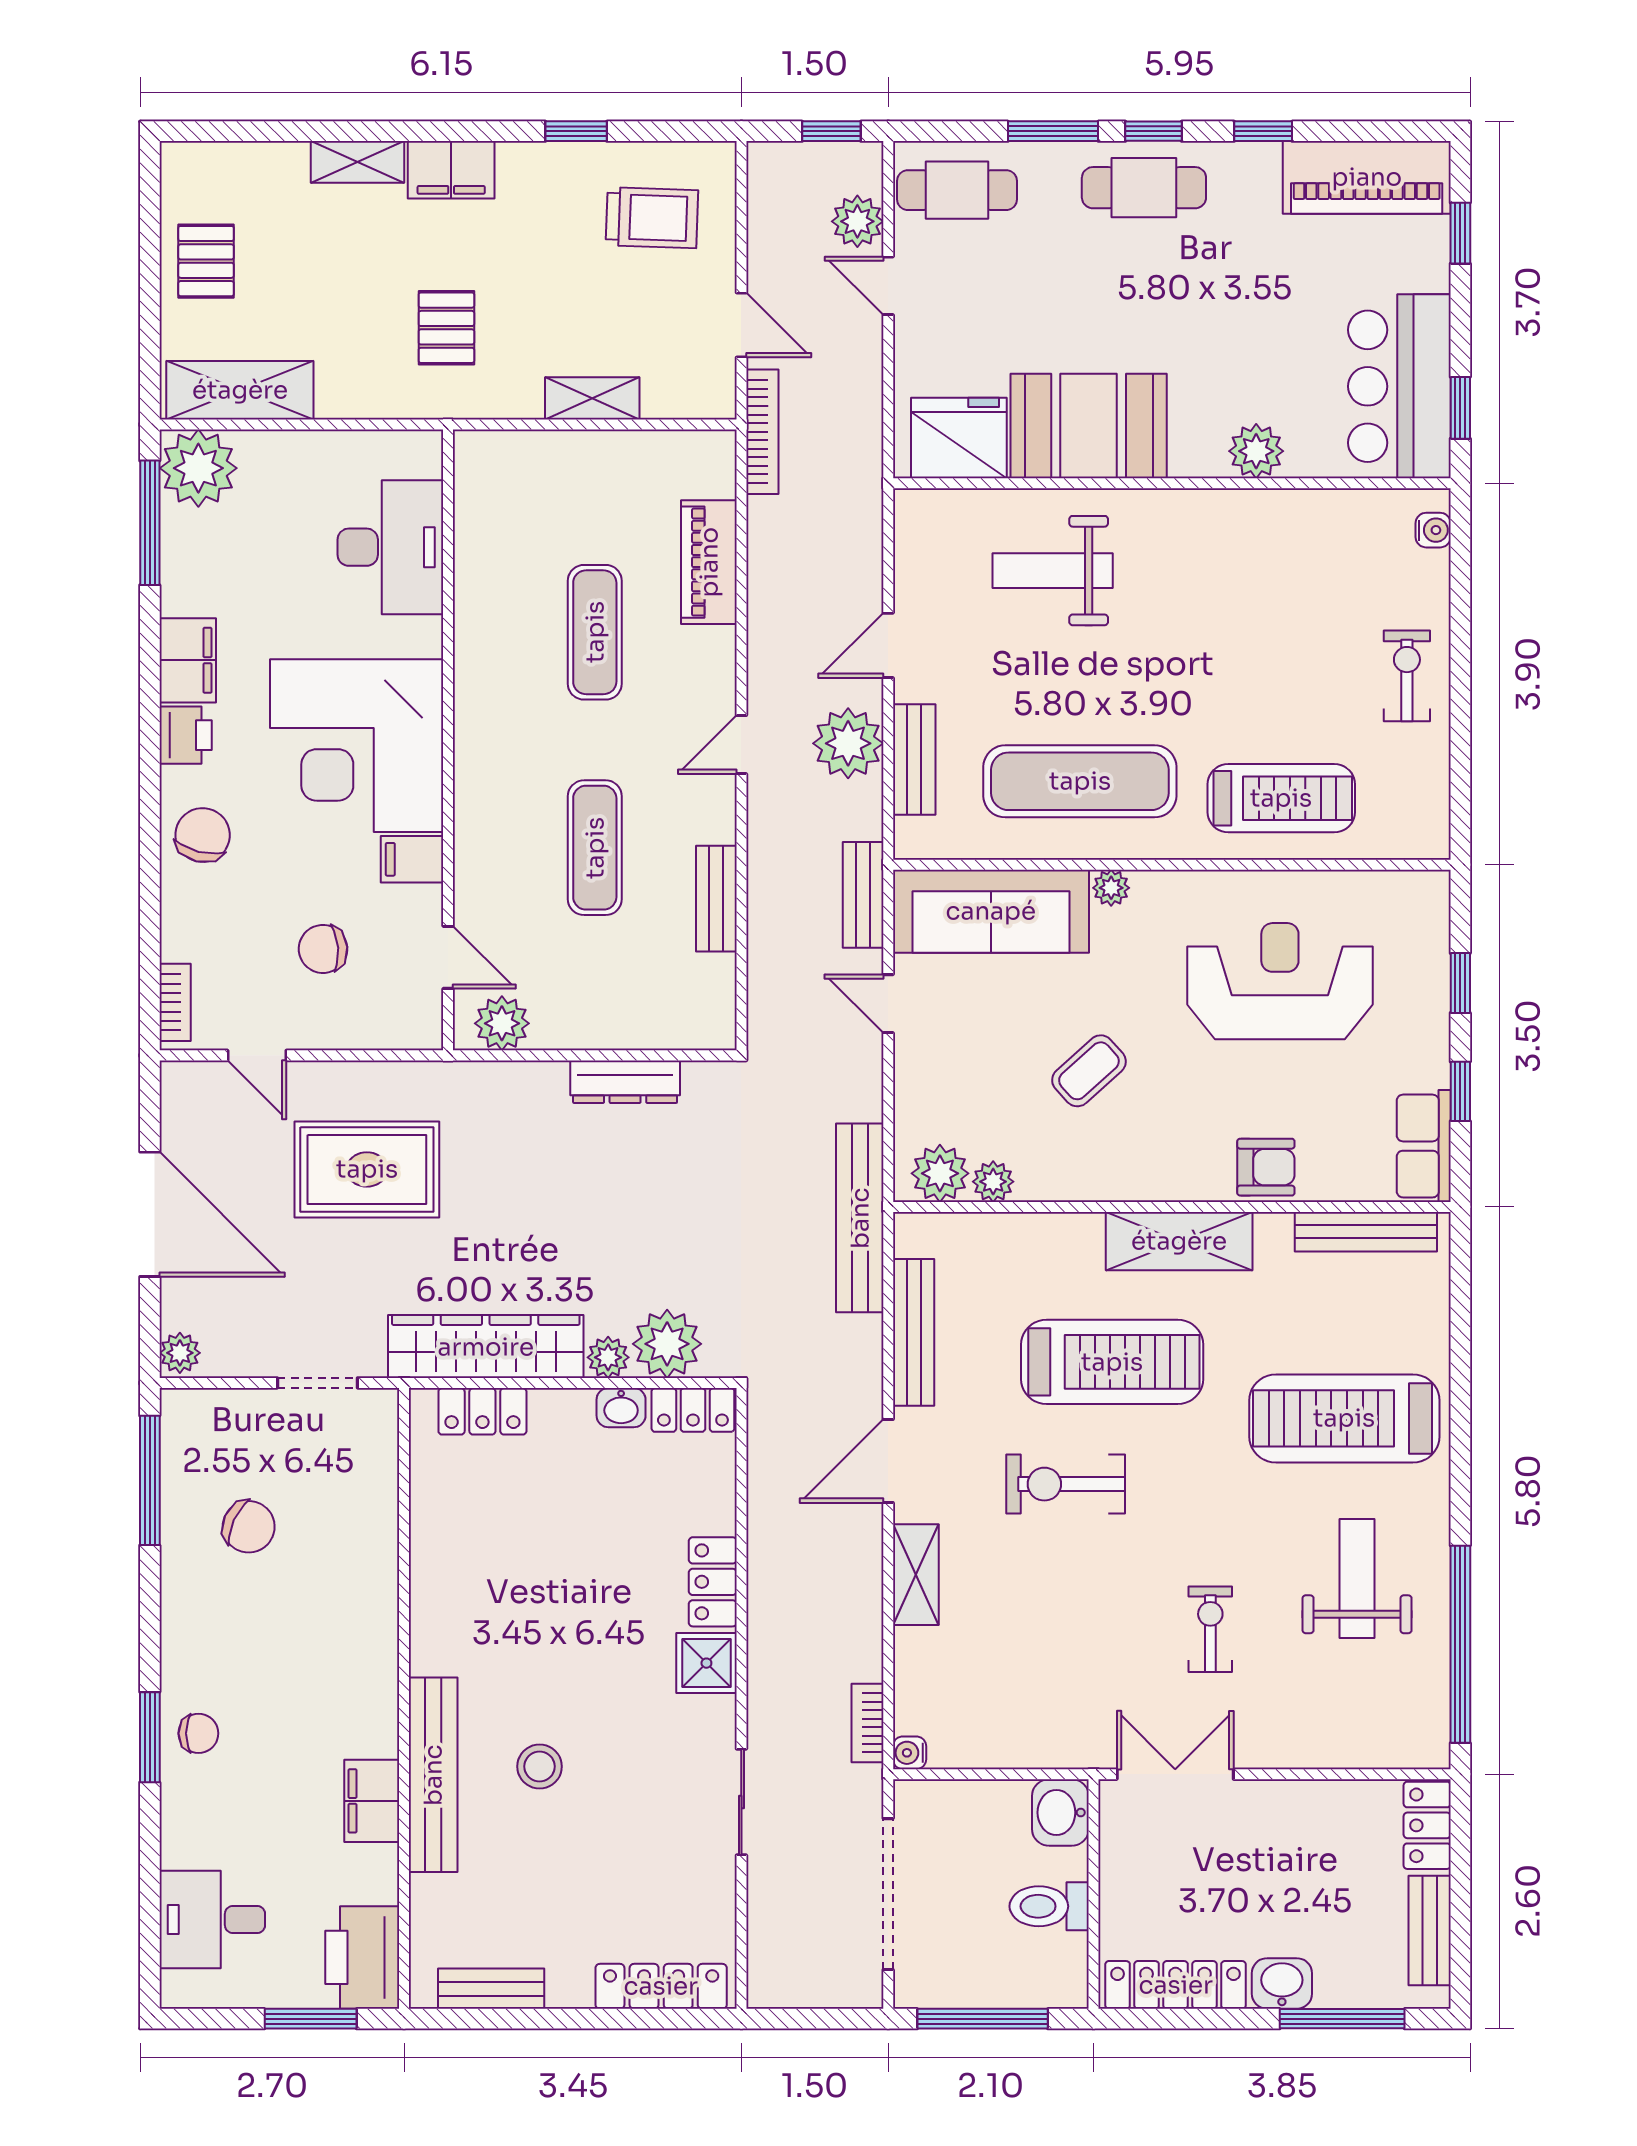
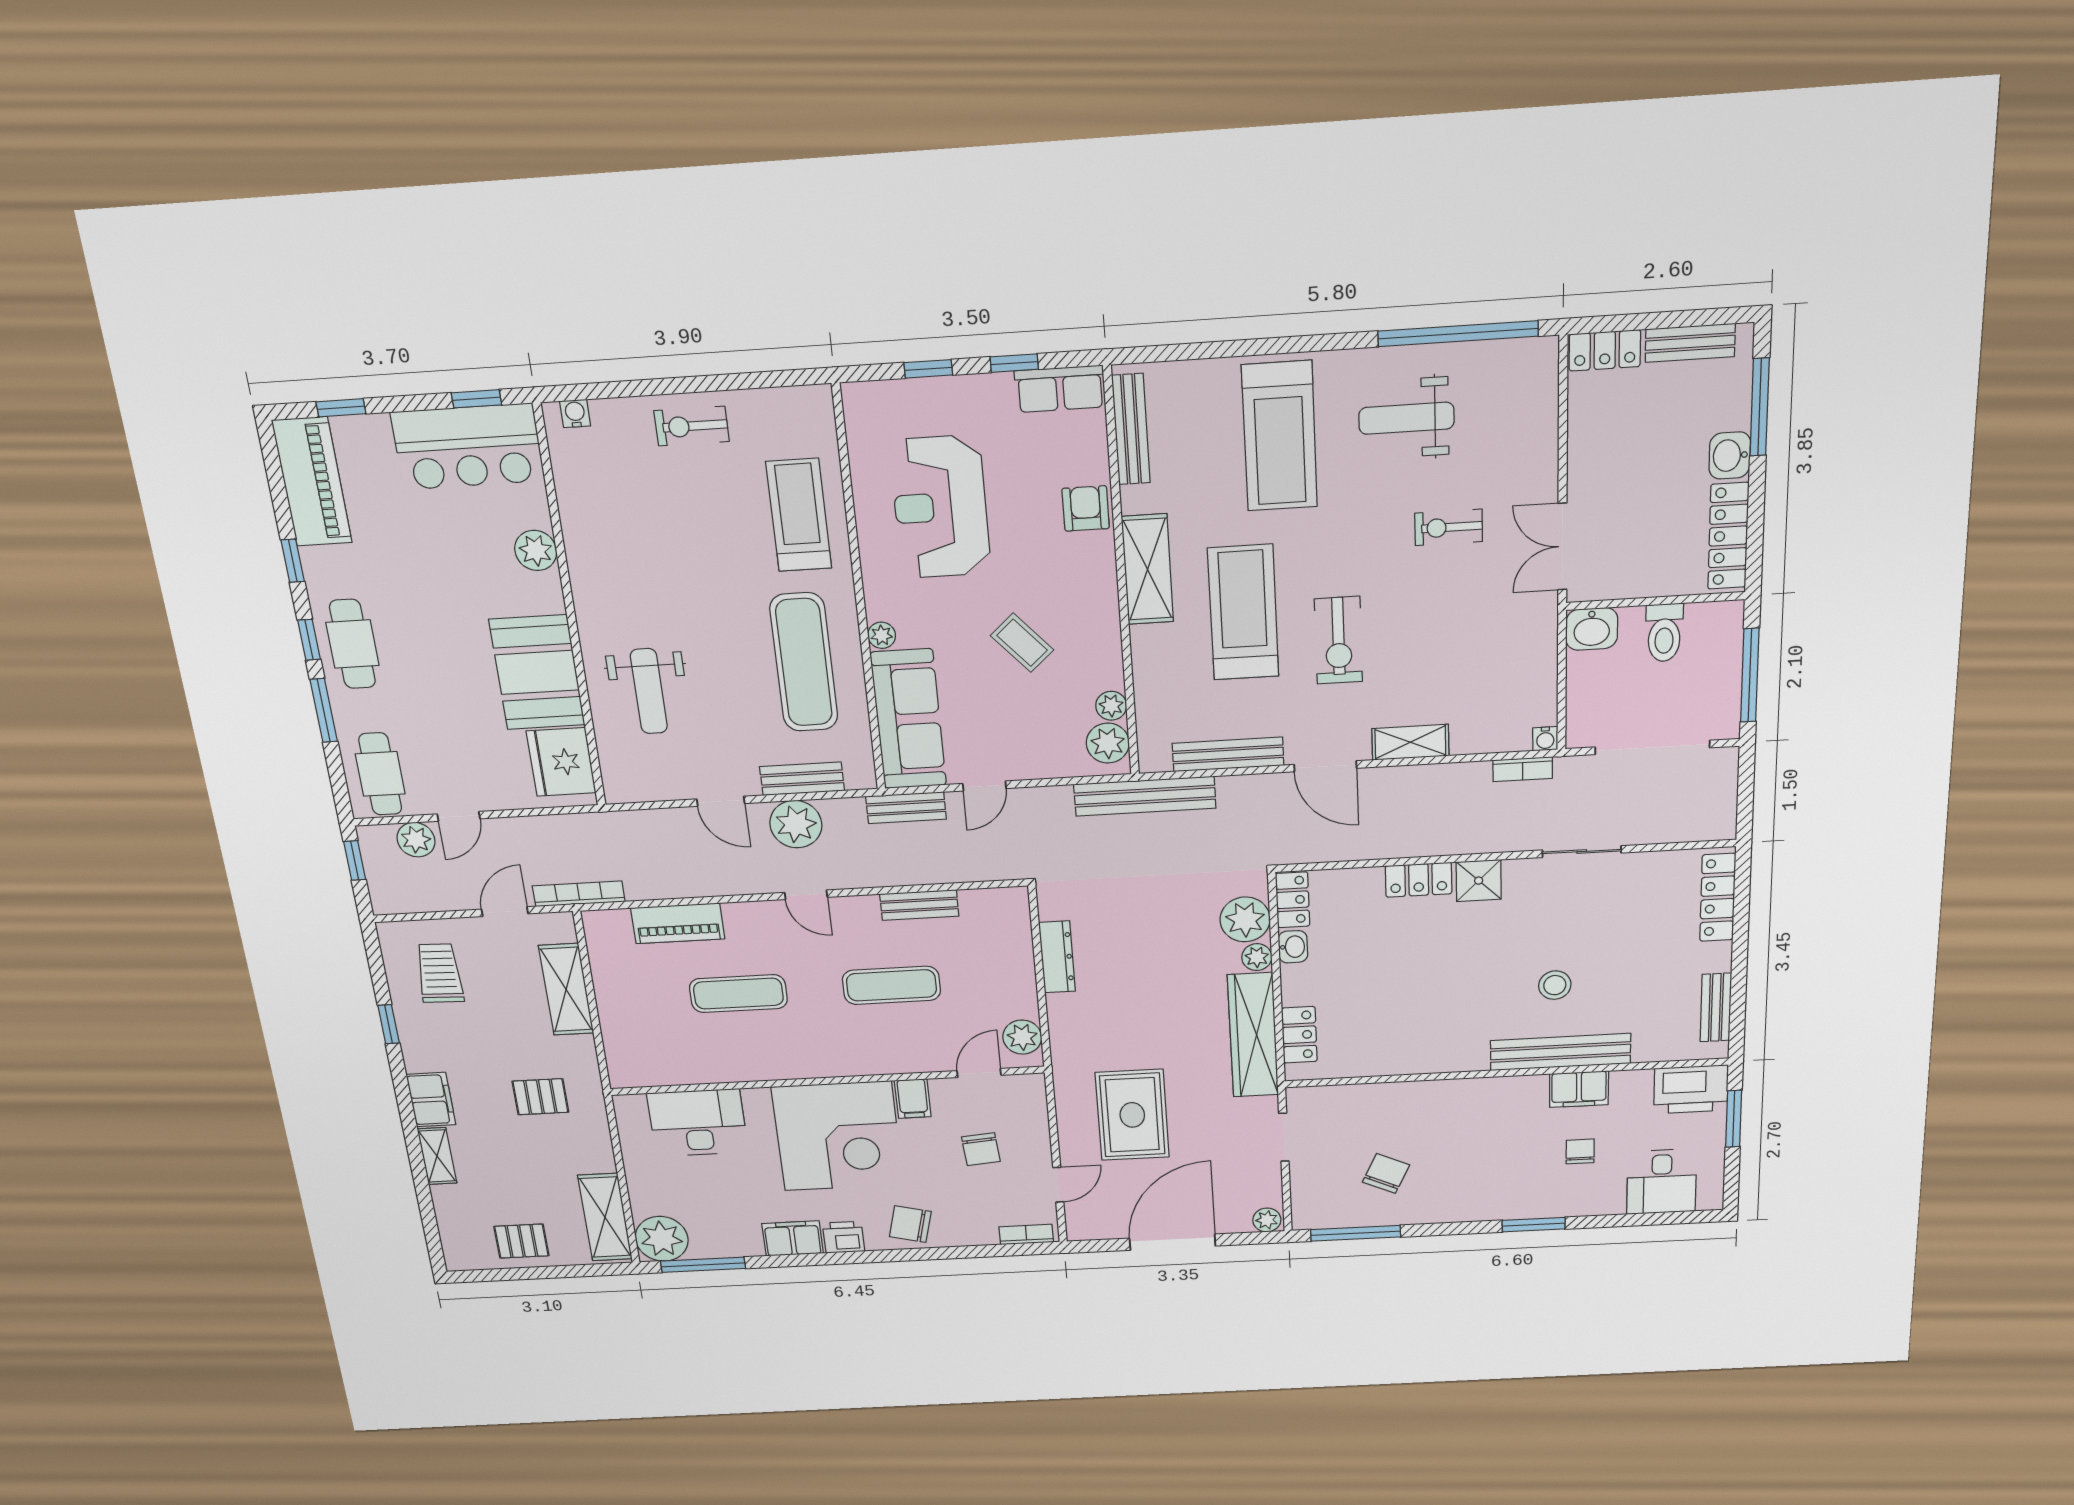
shelving: (592, 398) -> (566, 989), width x1.50, depth x1.33
chair: (198, 1733) -> (1580, 1151), moved

